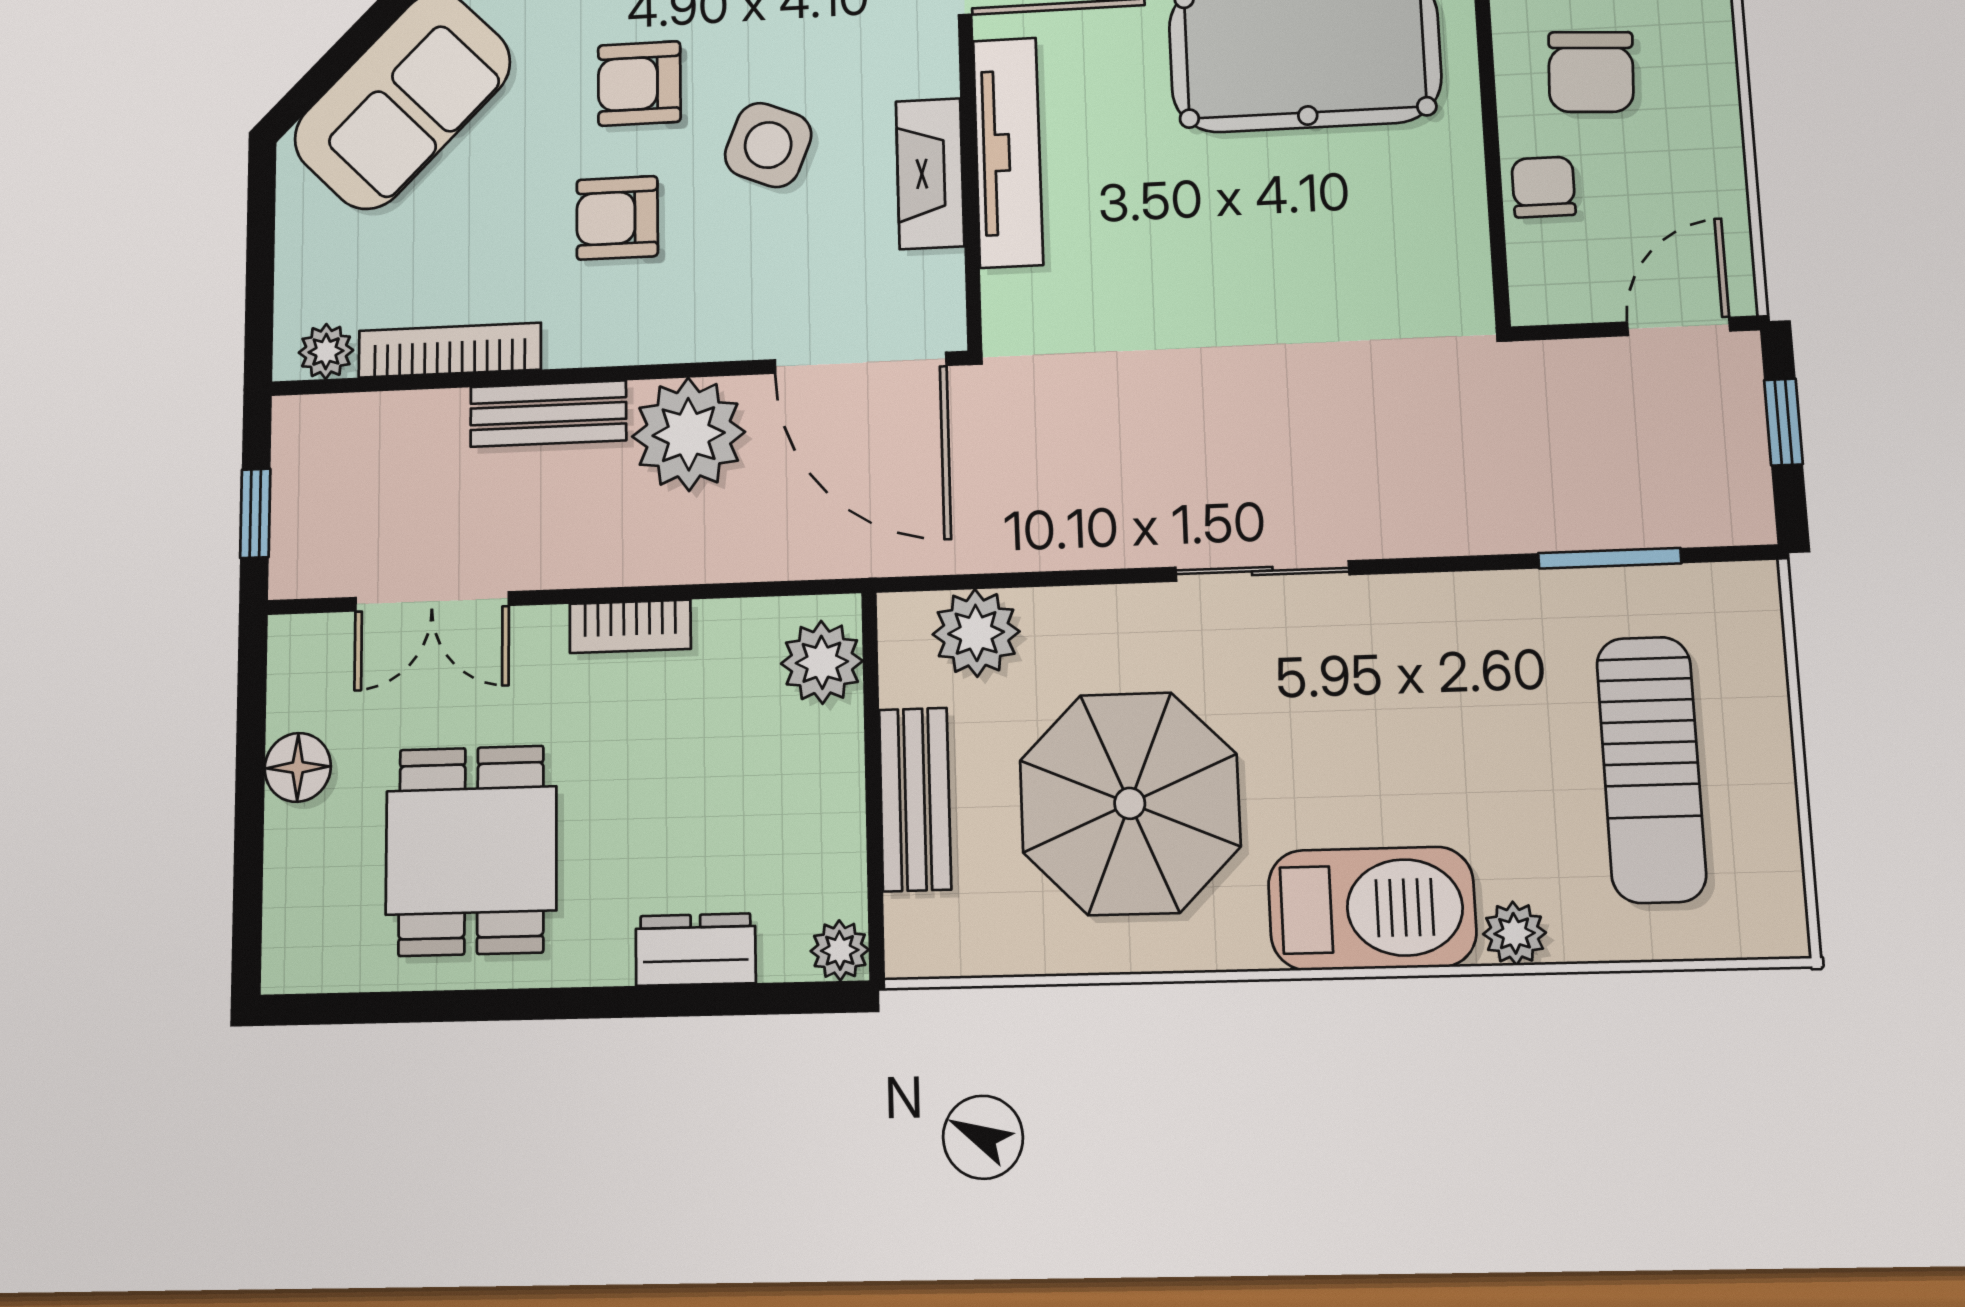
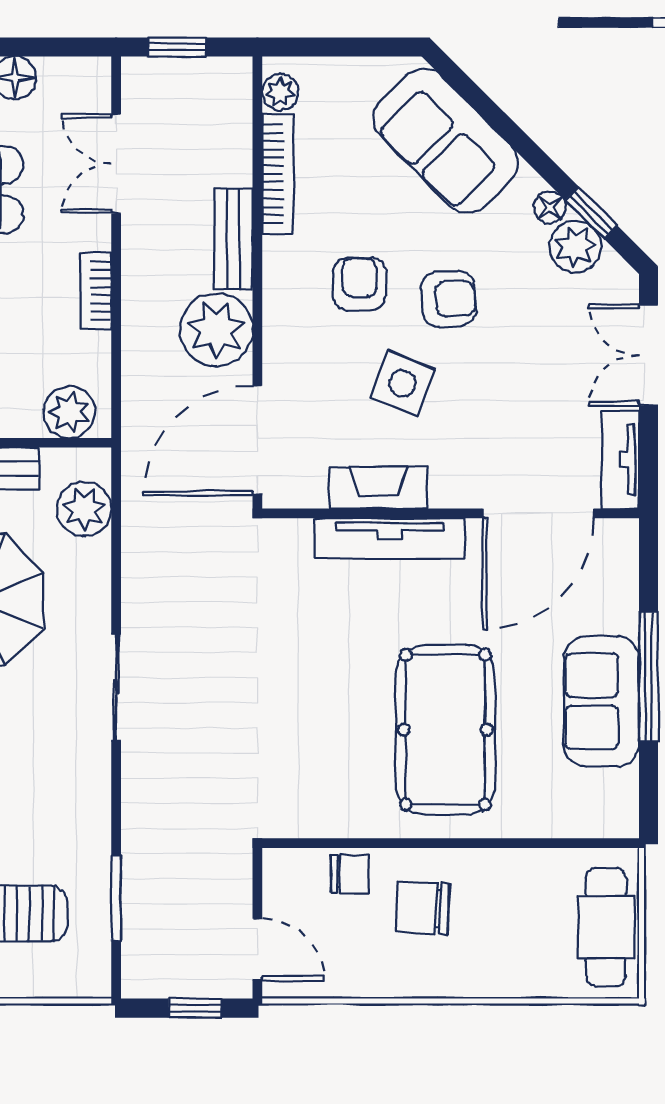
armchair: (639, 84) -> (448, 299), turned 85

